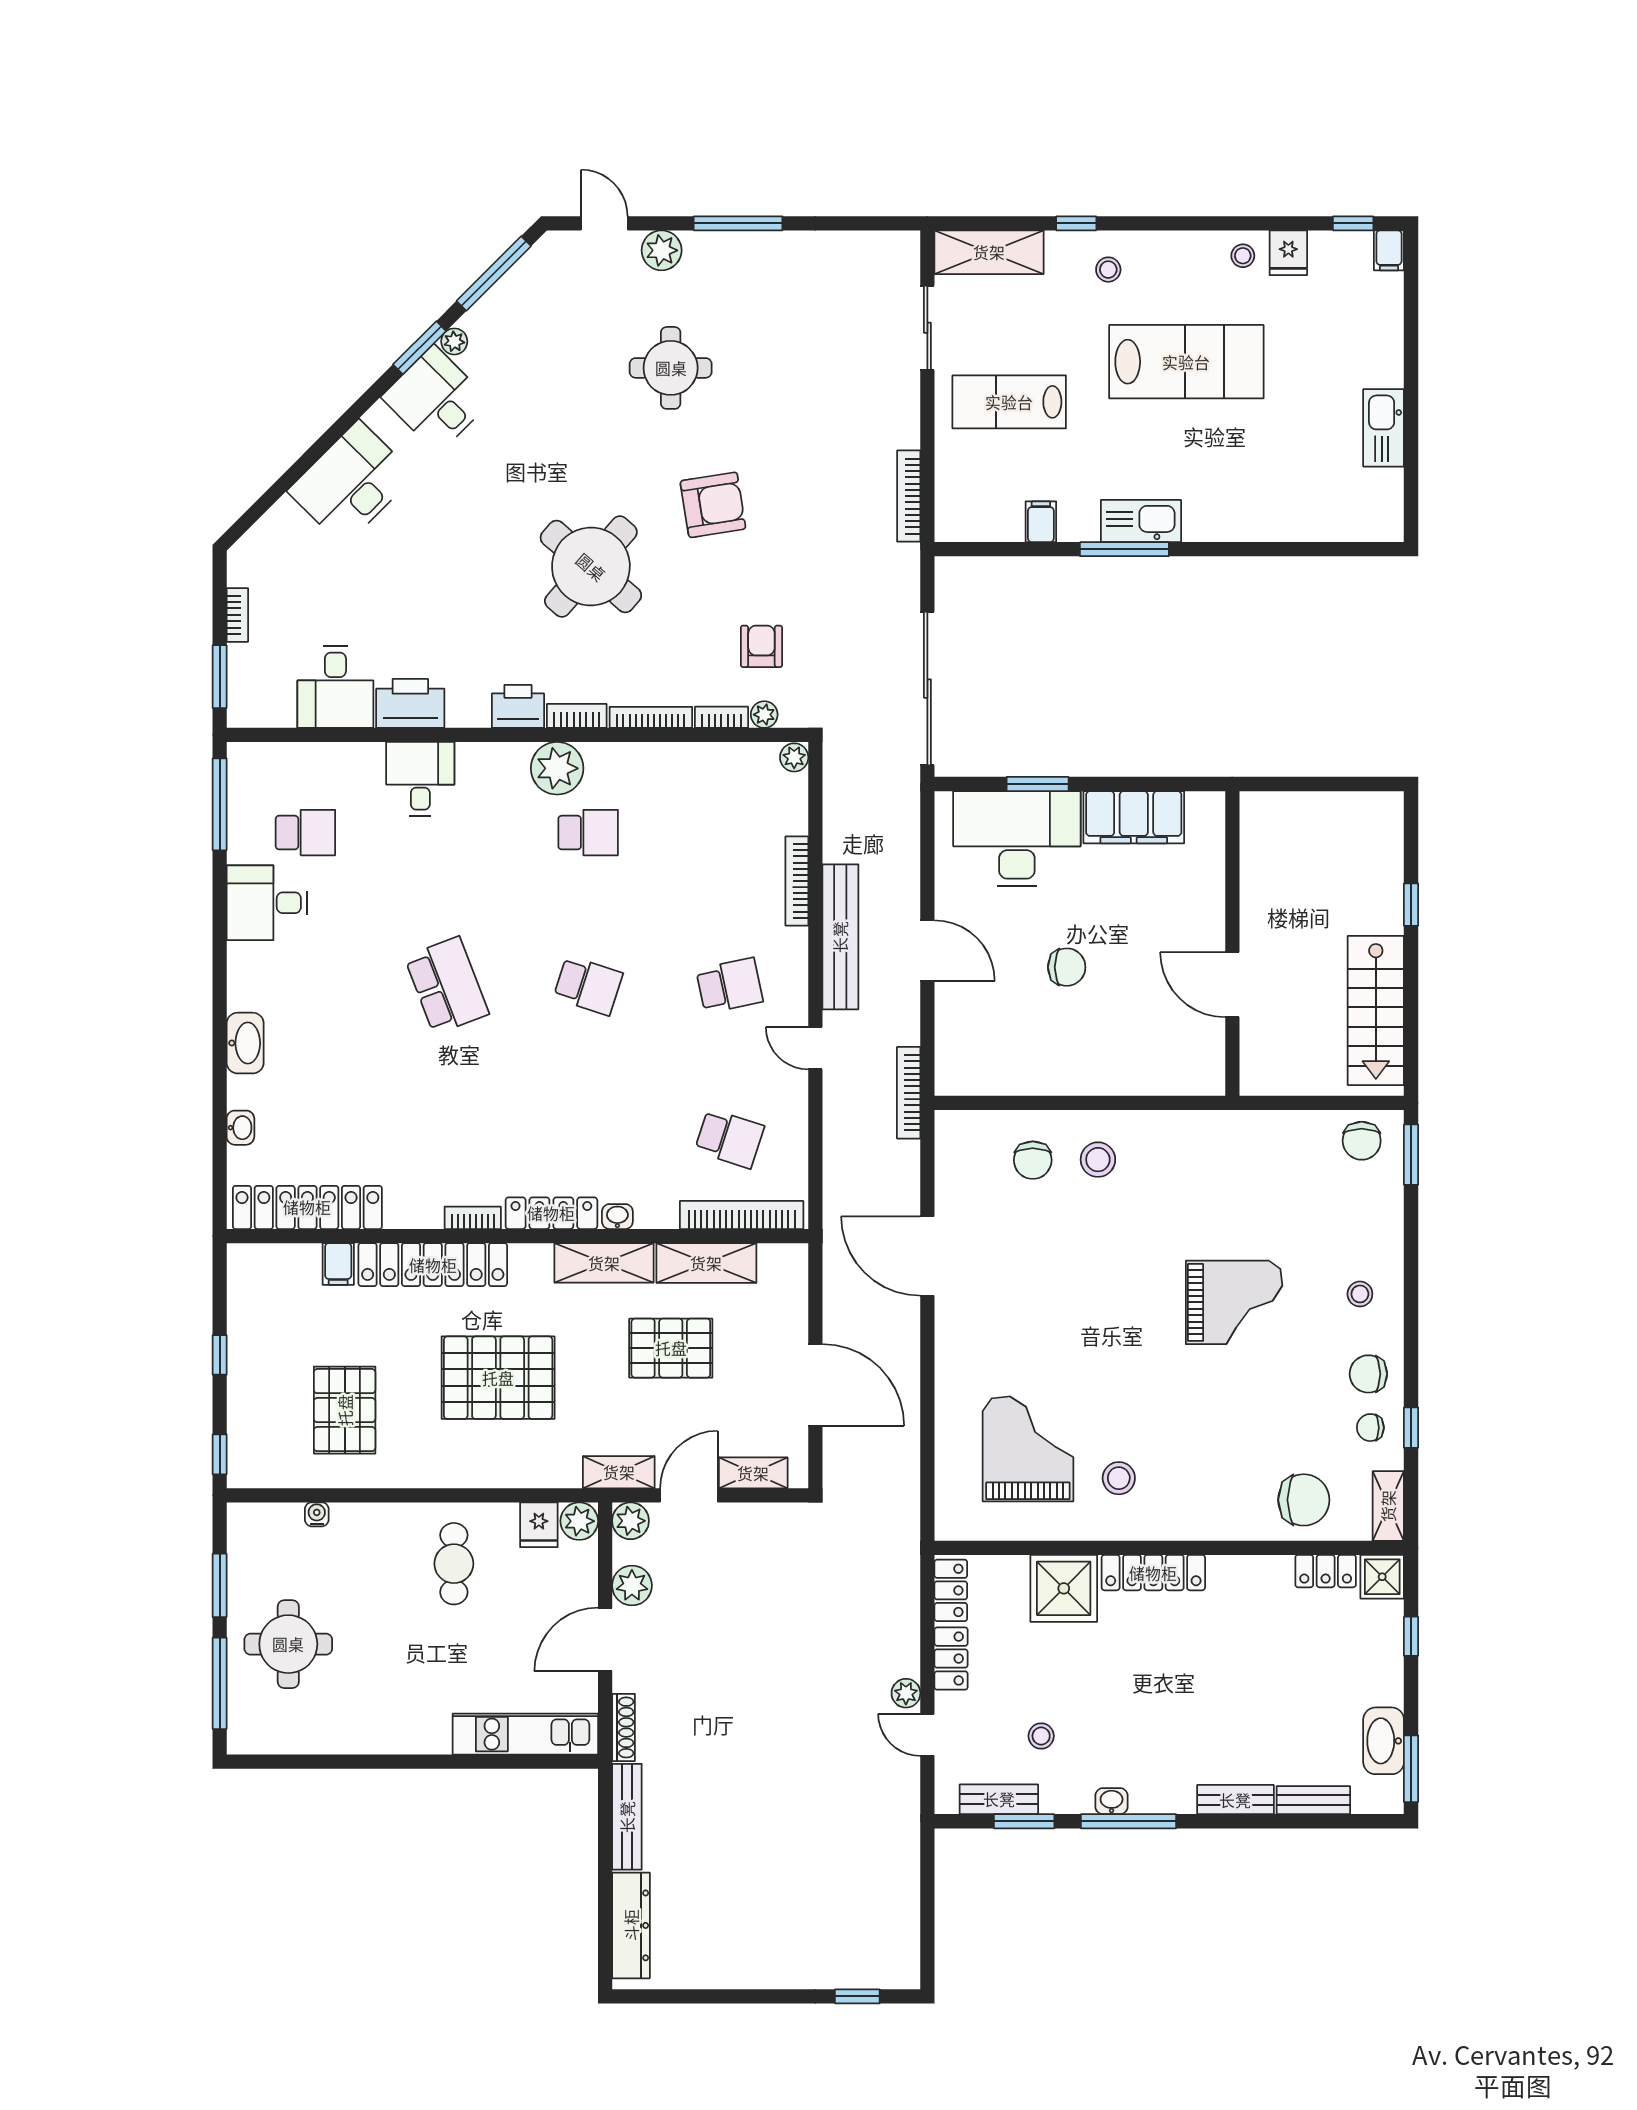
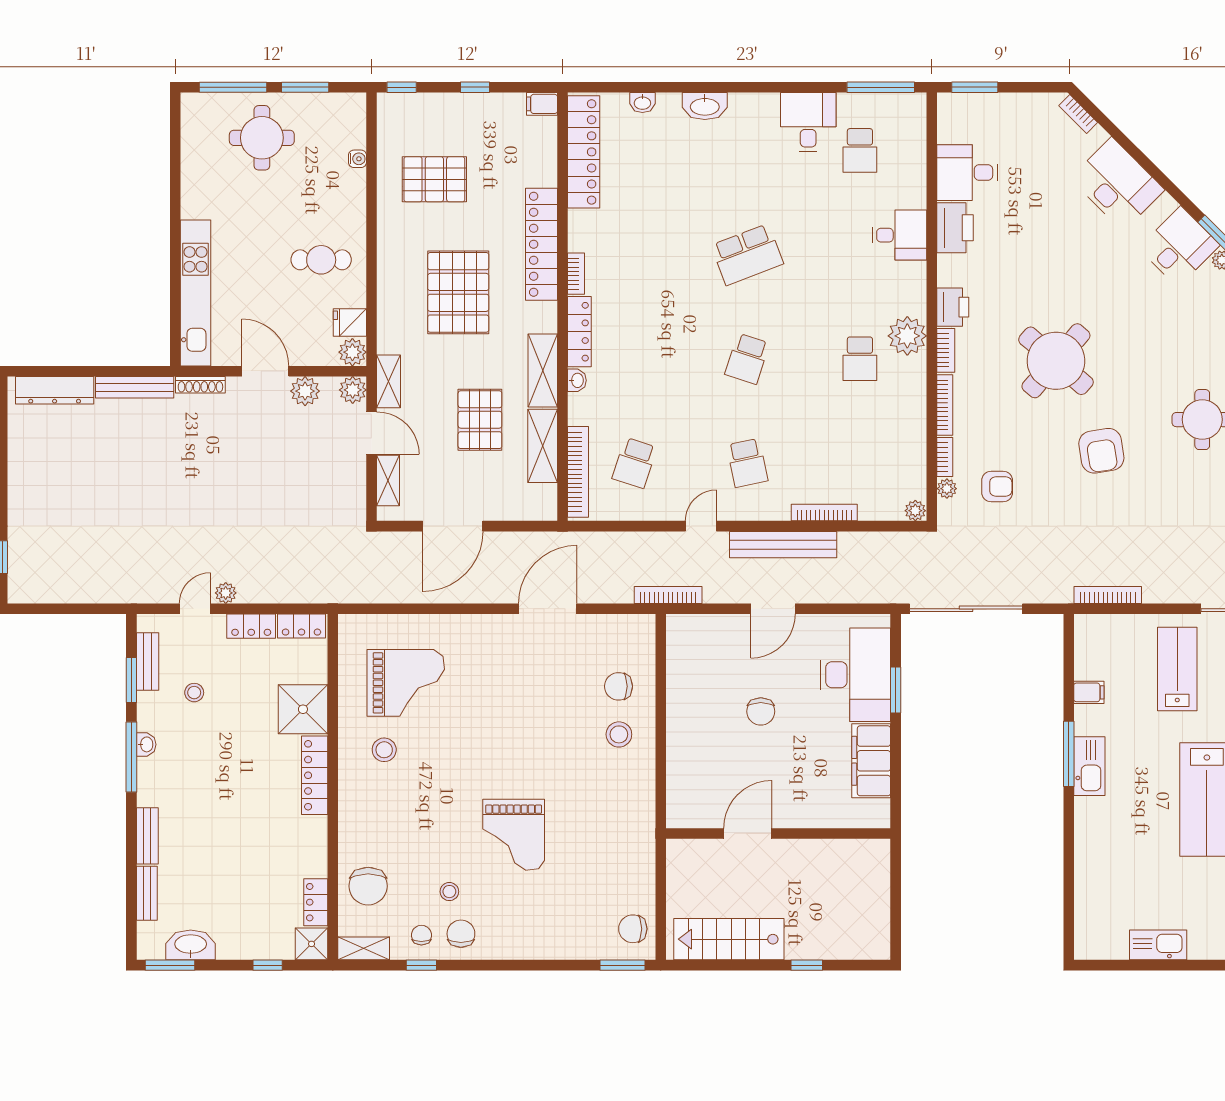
bookcase: (237, 615) -> (1078, 114), moved, turned 45
filing cabinet: (338, 1264) -> (542, 104), moved
stool: (1360, 1294) -> (449, 892), moved
kitchen unit: (525, 1734) -> (196, 293), width x1.36

